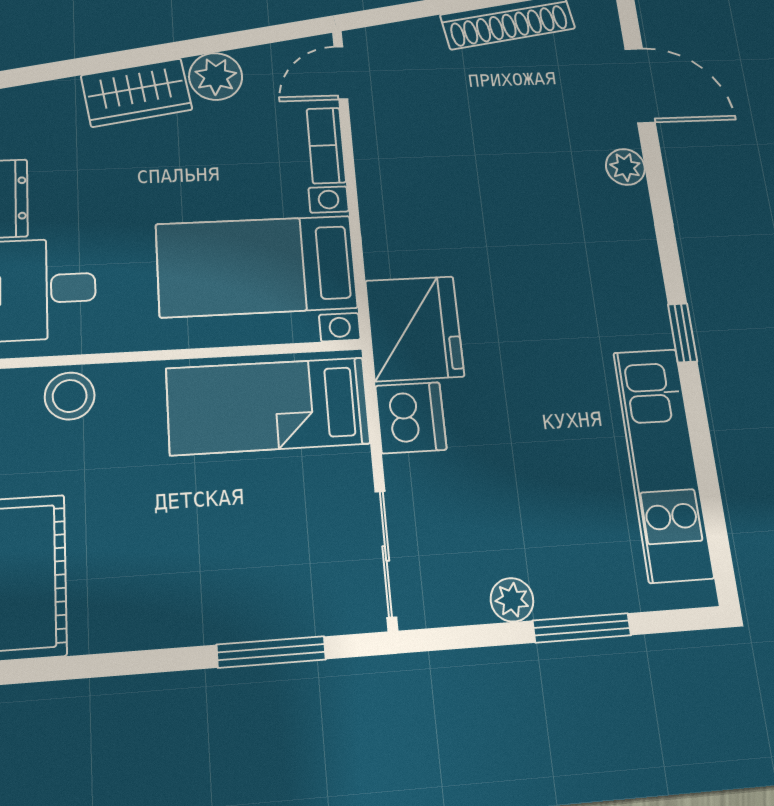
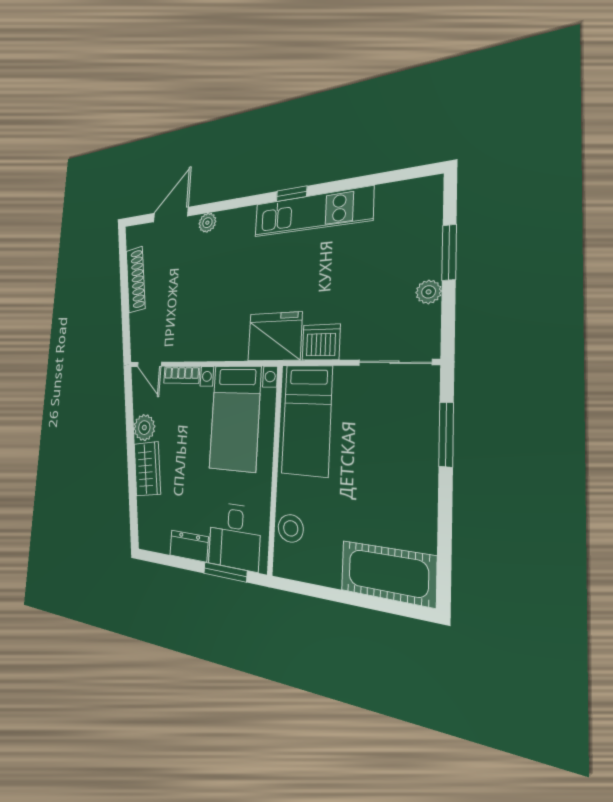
kitchen unit: (663, 463) -> (312, 212), moved

